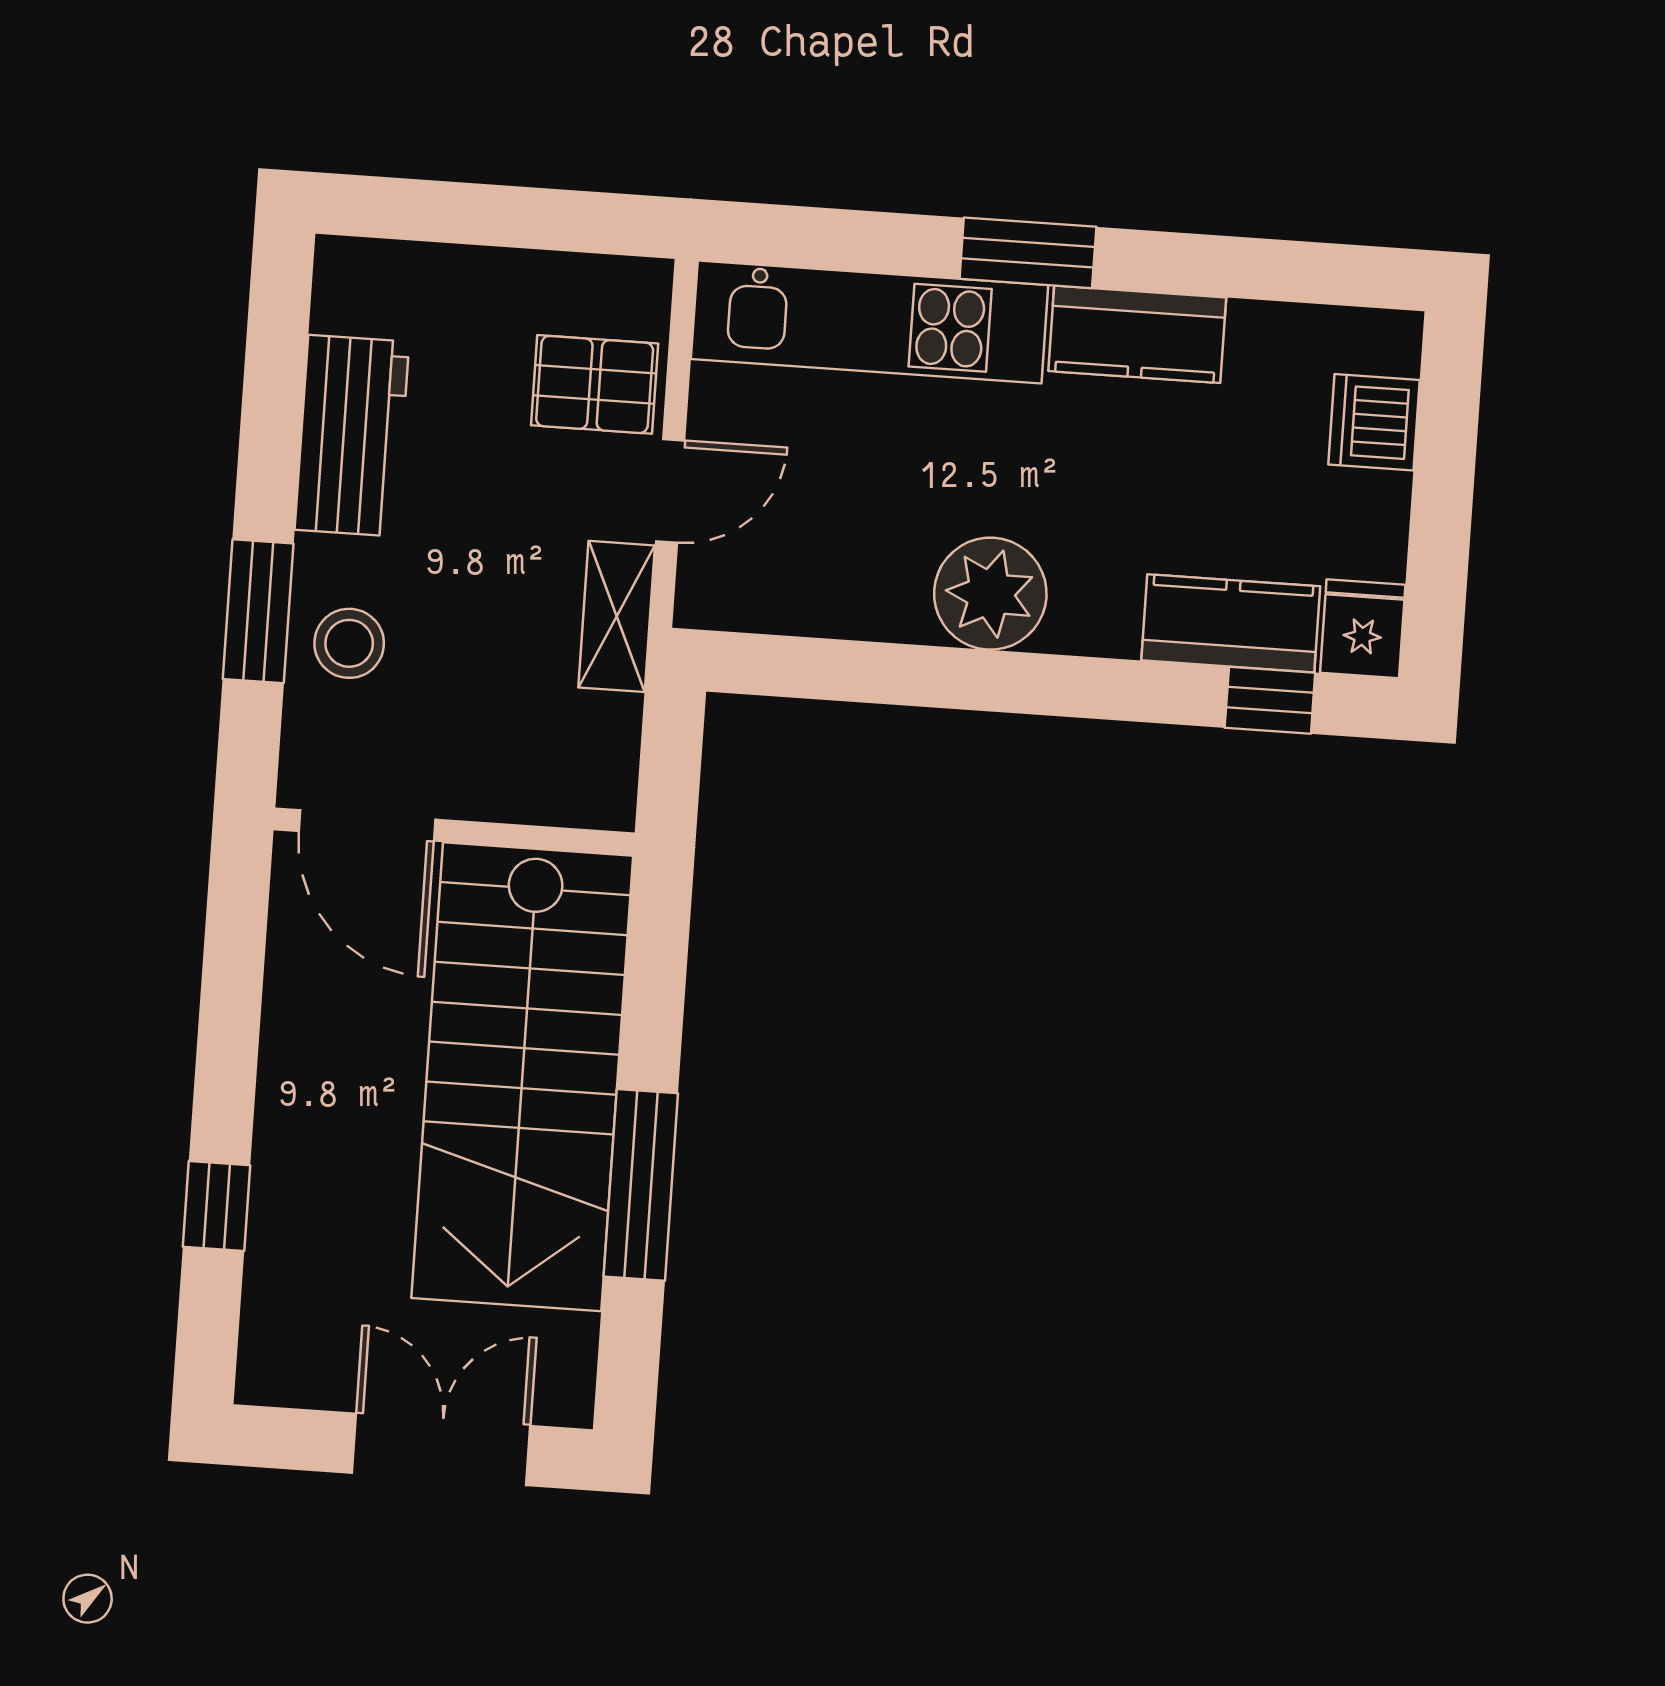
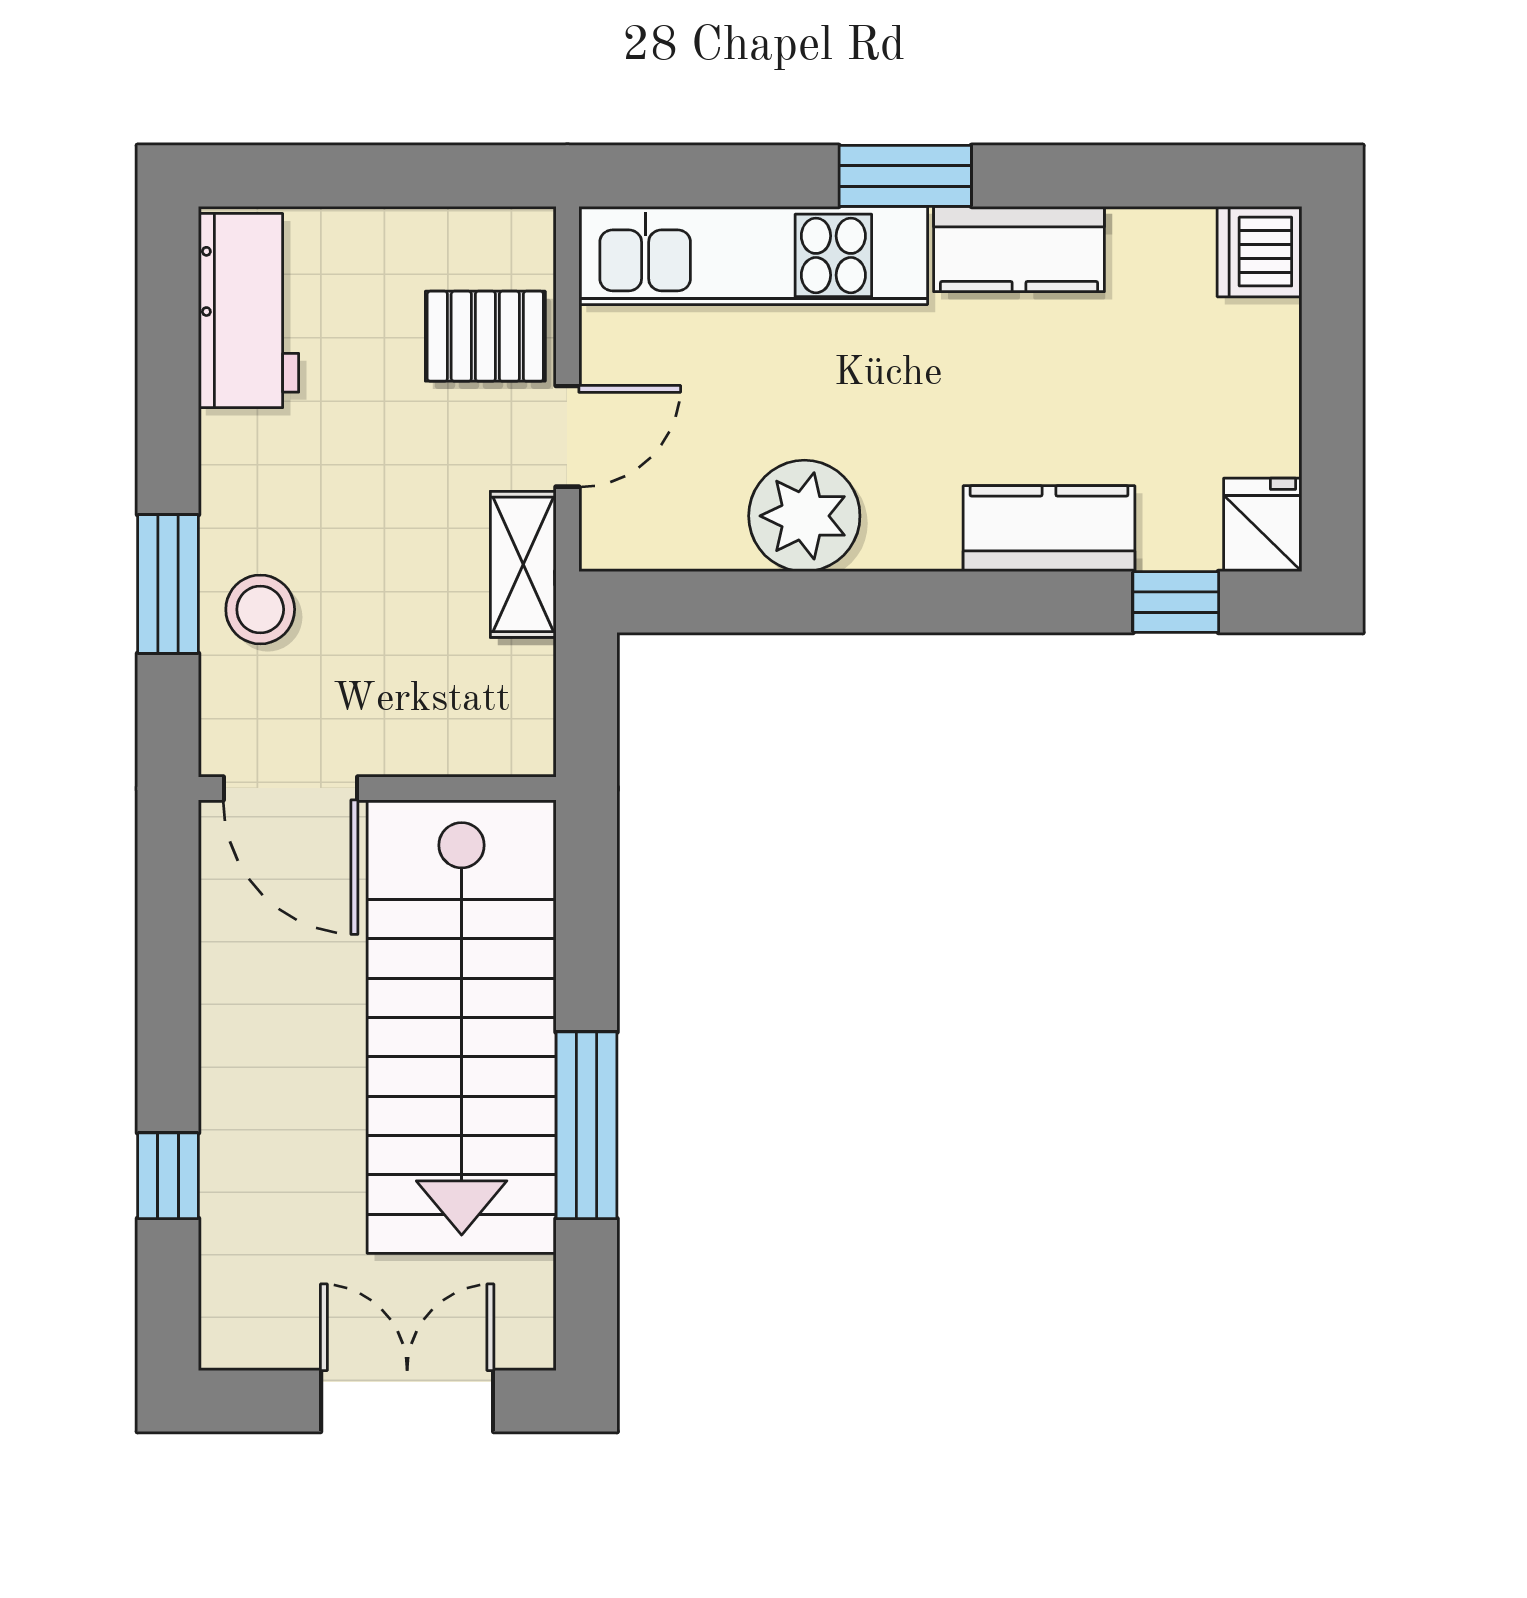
dishwasher: (1374, 422) -> (1259, 252), moved
workbench: (352, 436) -> (249, 311), moved
plant: (990, 594) -> (804, 516), moved
kitchen counter: (1231, 623) -> (1049, 529), moved

